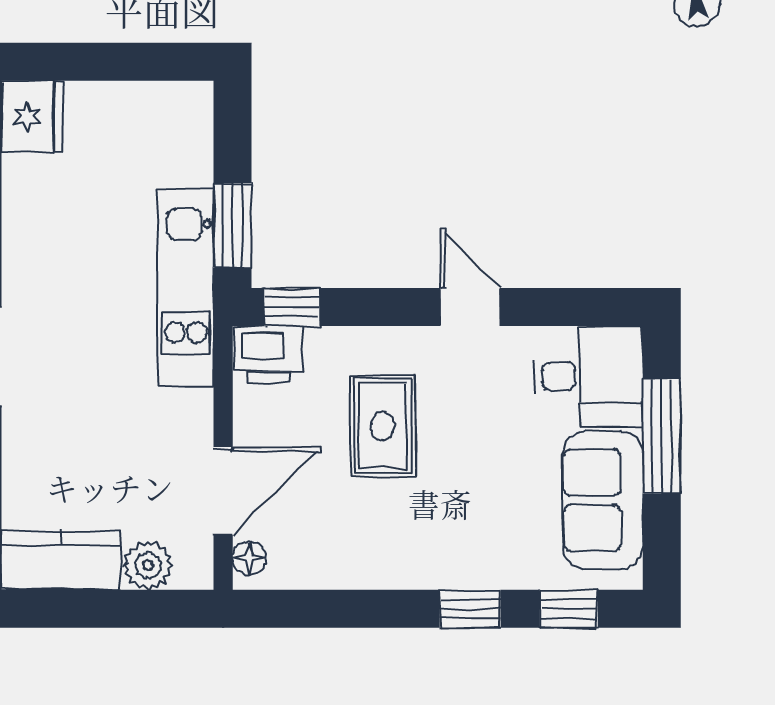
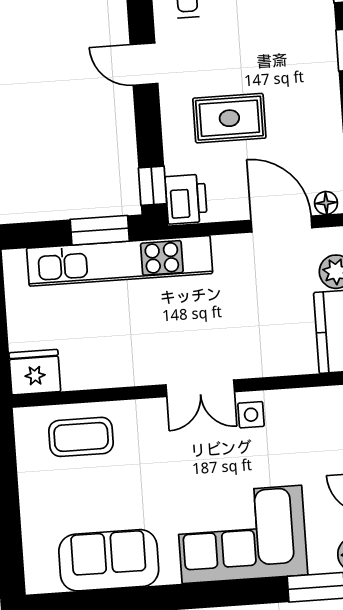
kitchen unit: (186, 287) -> (120, 261), width x1.36
door: (470, 307) -> (144, 64), hinge flipped

